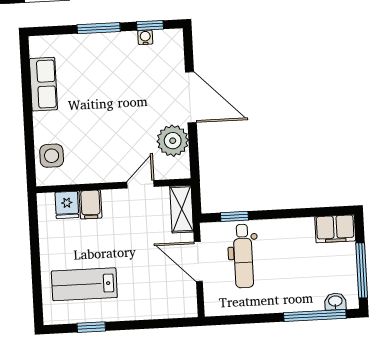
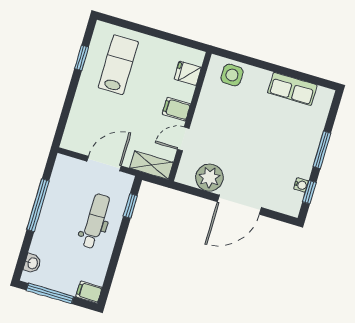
door: (140, 184) -> (183, 139), swing flipped
filing cabinet: (91, 204) -> (176, 109), moved
filing cabinet: (335, 229) -> (89, 292), width x0.50
dental chair: (243, 256) -> (95, 221), moved, turned 90
window: (315, 315) -> (38, 205), moved

